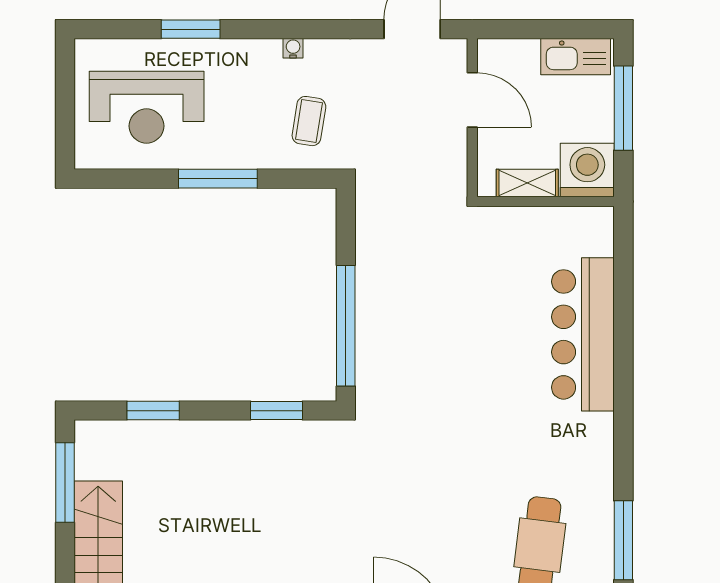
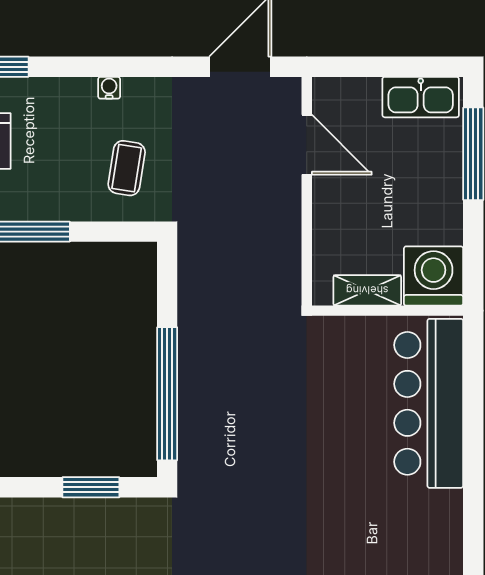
washing machine: (587, 170) -> (434, 276), moved
shelving: (527, 183) -> (367, 290), moved
wall: (546, 202) -> (387, 311), moved

